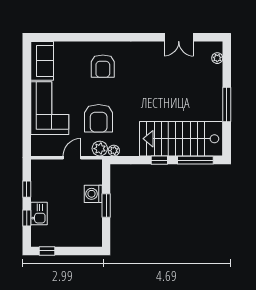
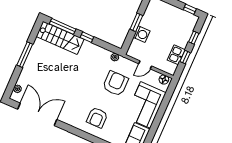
double door: (179, 37) -> (37, 114), width x1.87
armchair: (103, 66) -> (97, 118), turned 180
stairs: (181, 139) -> (60, 38), width x0.73, depth x0.66
plant: (100, 149) -> (124, 63), removed
floor lamp: (41, 150) -> (164, 80), added
kitchen sink: (39, 214) -> (176, 55), moved

